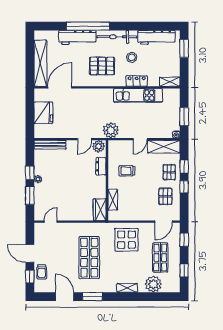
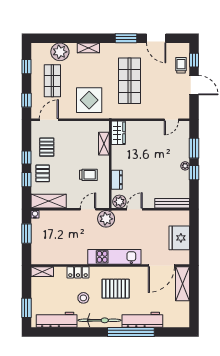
shelving: (40, 63) -> (183, 284), width x0.68
kitchen unit: (138, 95) -> (114, 257), moved
door: (140, 139) -> (88, 209), moved

